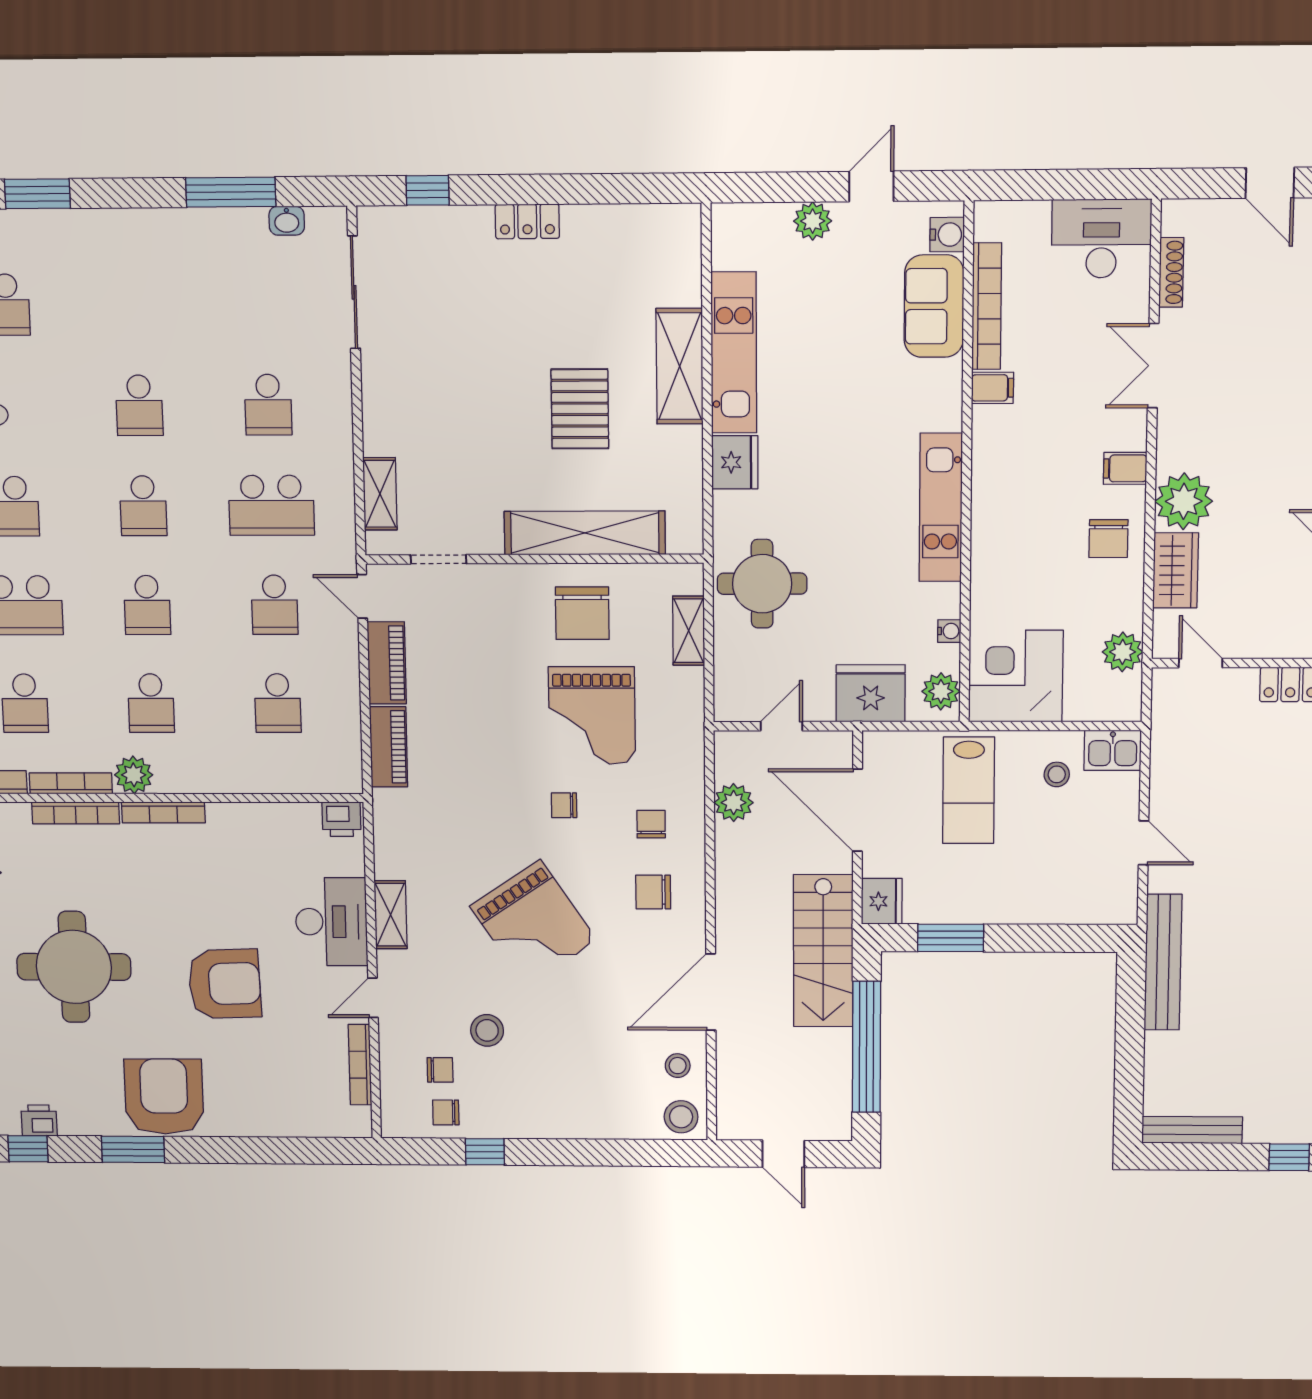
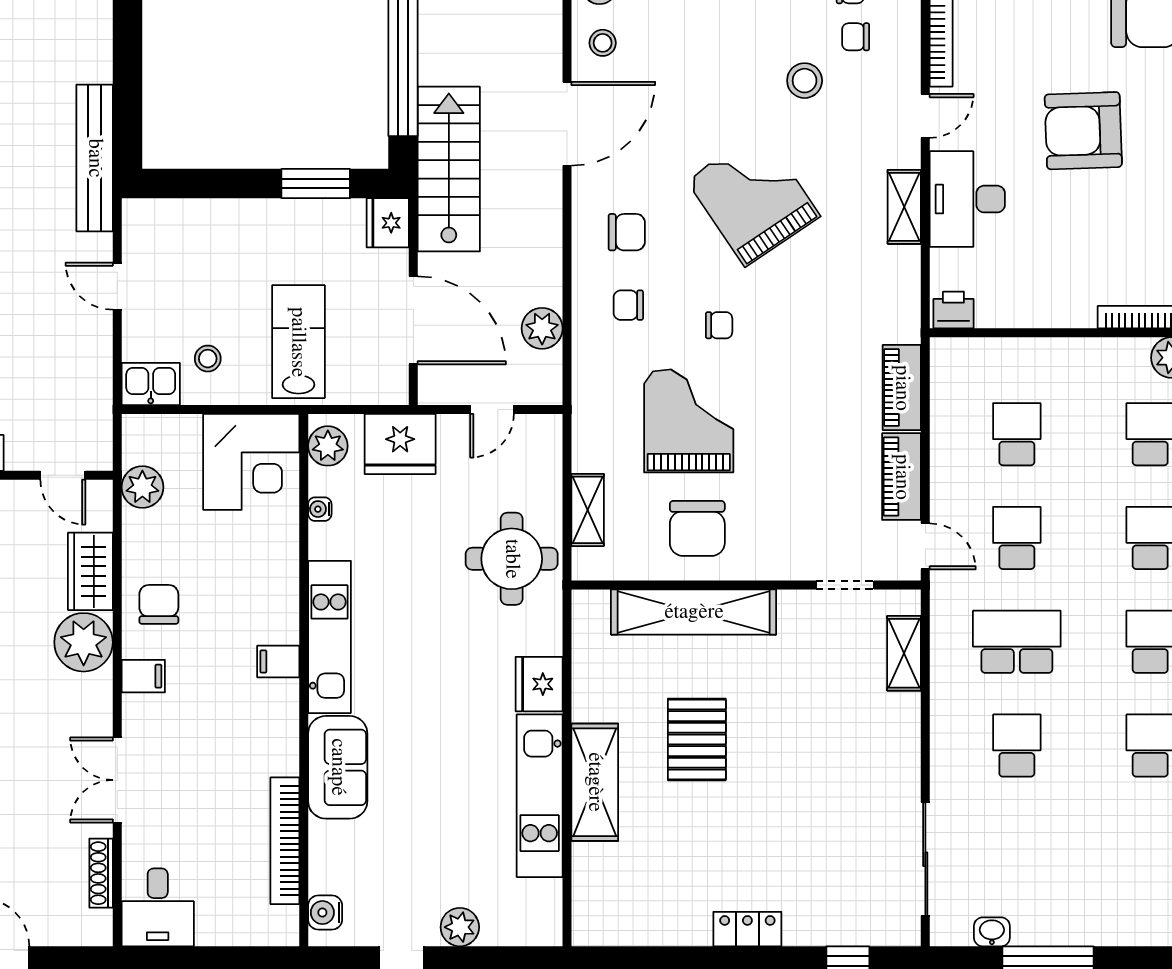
desk: (1101, 239) -> (158, 907), width x0.73
sofa: (934, 306) -> (338, 767), moved
double door: (1153, 366) -> (117, 780), swing flipped
filing cabinet: (992, 388) -> (278, 662), moved
chair: (582, 613) -> (697, 528), turned 180
chair: (651, 824) -> (628, 305), turned 90

